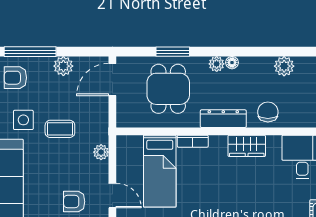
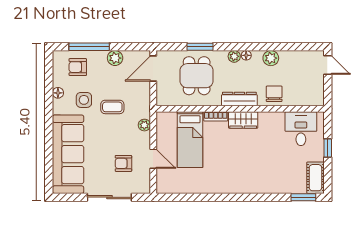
plant: (284, 66) -> (271, 58), moved
wardrobe: (247, 146) -> (243, 120), moved

